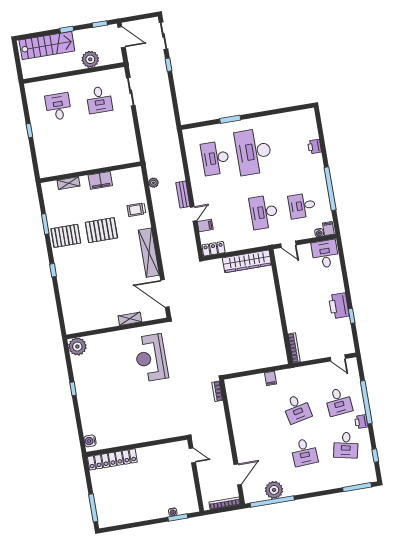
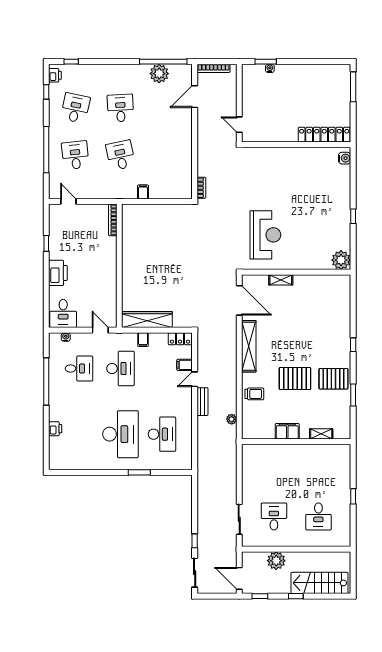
filing cabinet: (328, 229) -> (143, 340), moved
printer: (339, 306) -> (58, 273), moved
printer: (361, 422) -> (55, 75), moved
window: (357, 487) -> (71, 62), width x0.46

